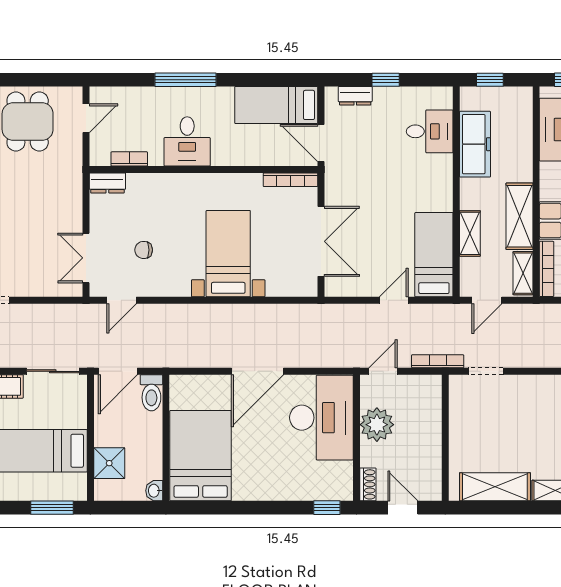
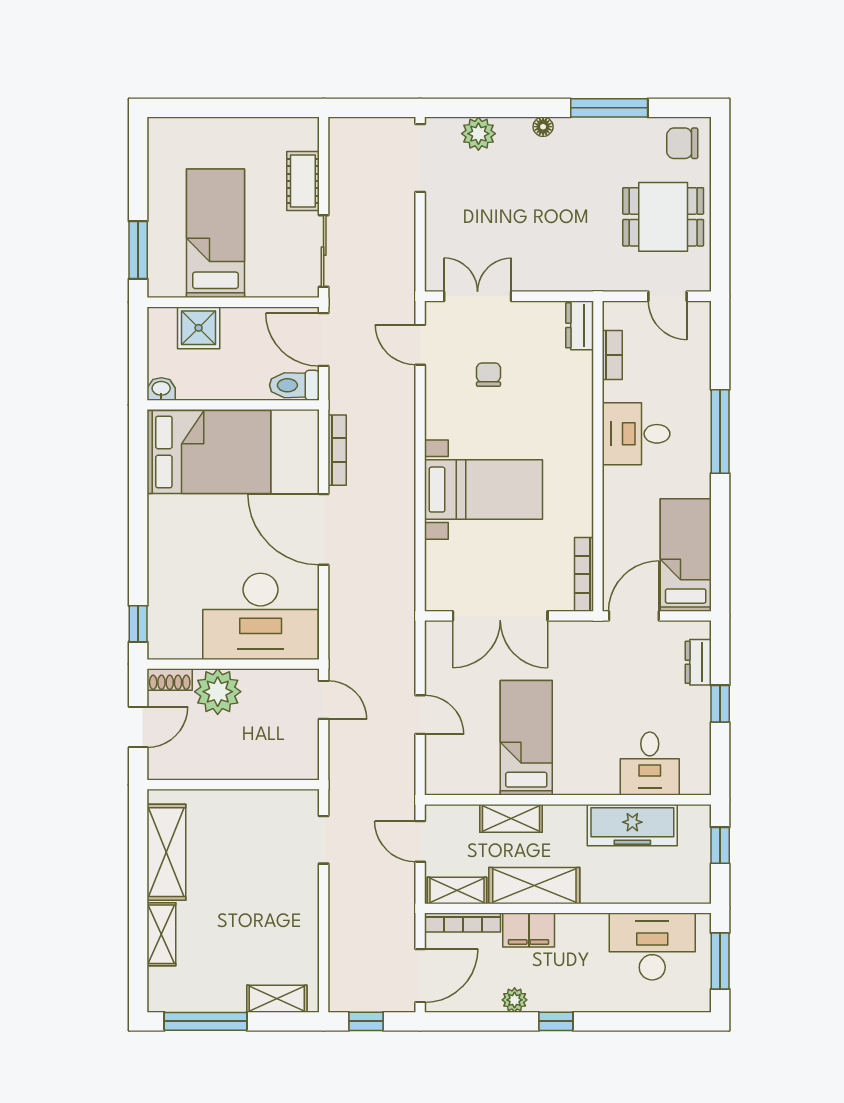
bed: (434, 255) -> (526, 738), moved, turned -90
bookcase: (438, 361) -> (337, 450), moved
plant: (377, 425) -> (218, 692), moved

